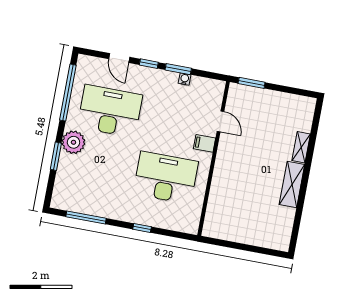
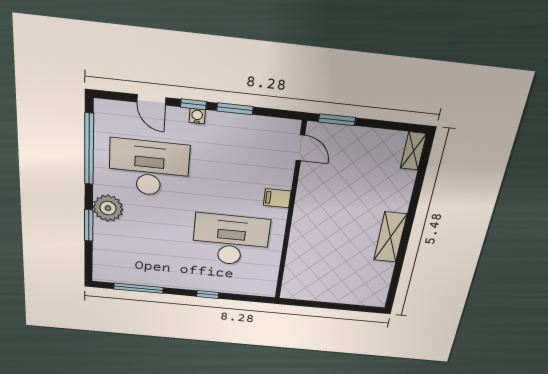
water cooler: (185, 79) -> (197, 116), moved
door: (221, 121) -> (300, 148), moved
shelving: (301, 147) -> (413, 151), moved

